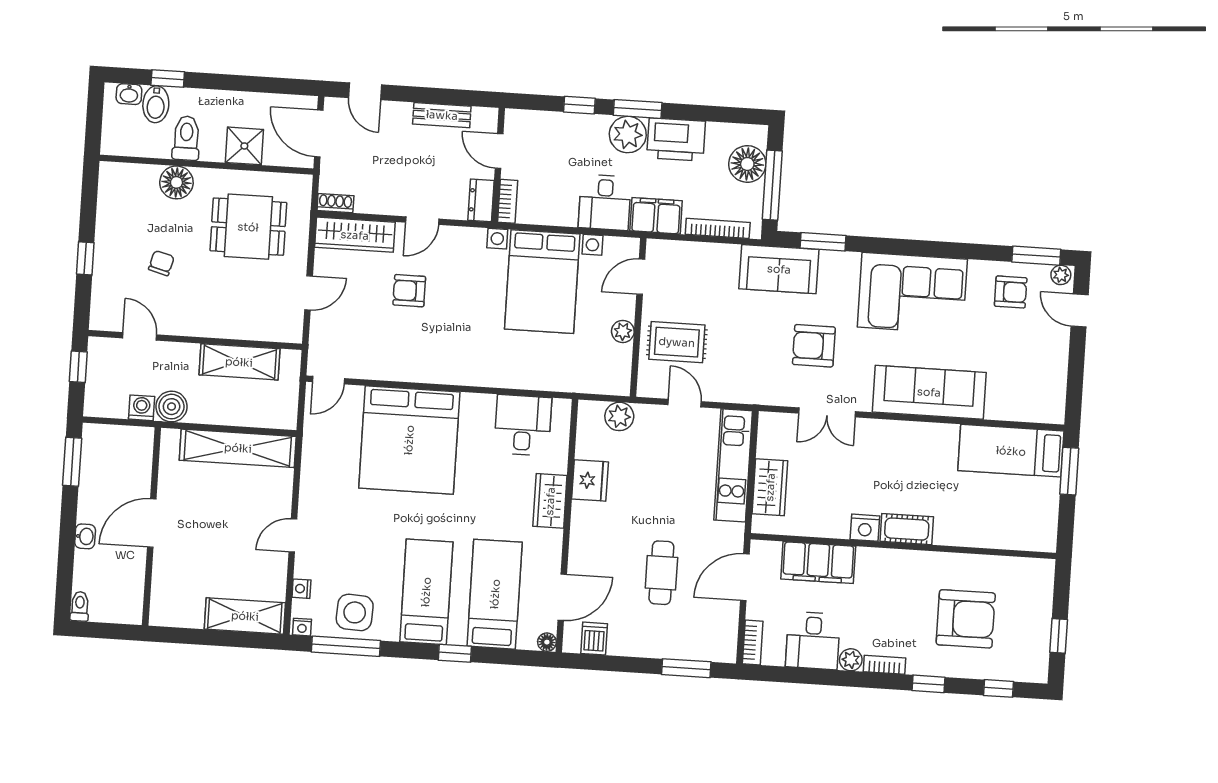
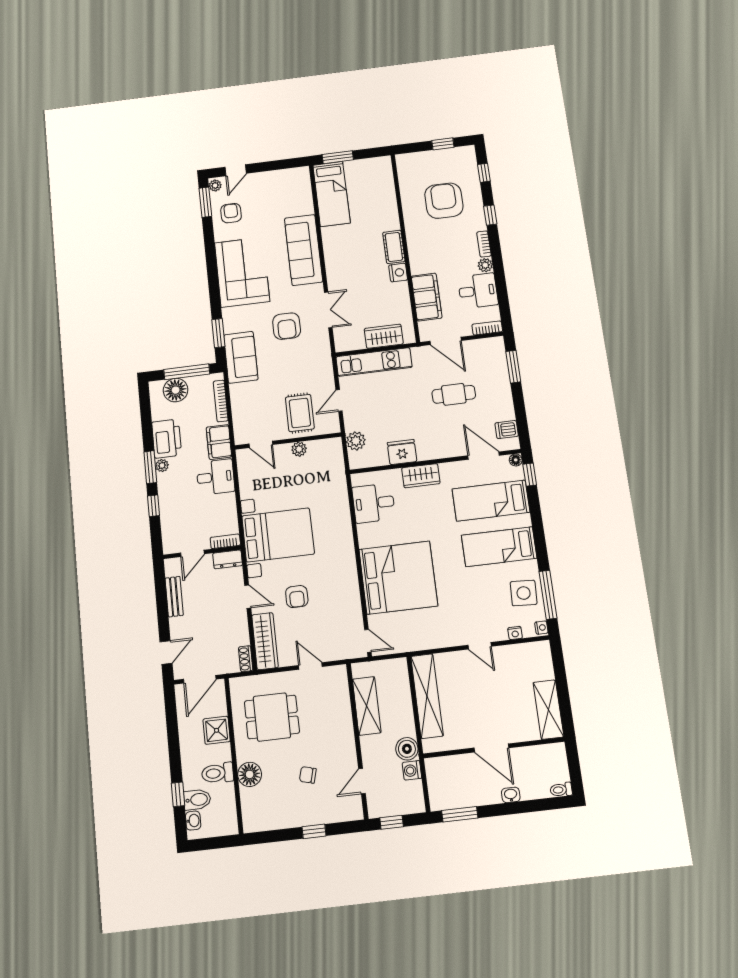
plant: (628, 135) -> (162, 466), width x0.53, depth x0.53
dining table: (248, 227) -> (272, 717), turned 90
bed with nightstands: (542, 282) -> (278, 535), moved
shelving: (245, 616) -> (548, 710), moved
window: (455, 653) -> (530, 475), moved

